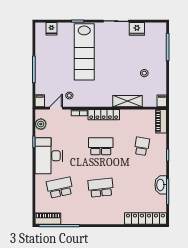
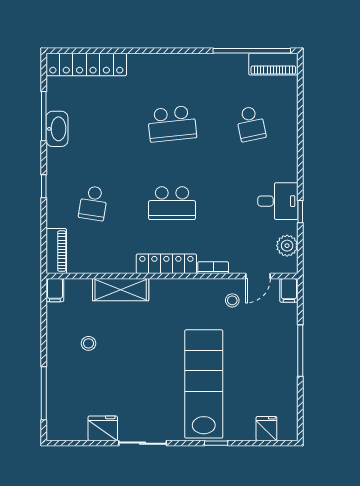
desk: (49, 156) -> (278, 201), width x0.53, depth x0.77
school desk: (60, 188) -> (251, 124), width x0.54

